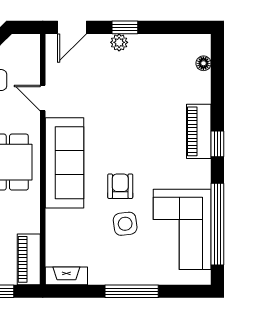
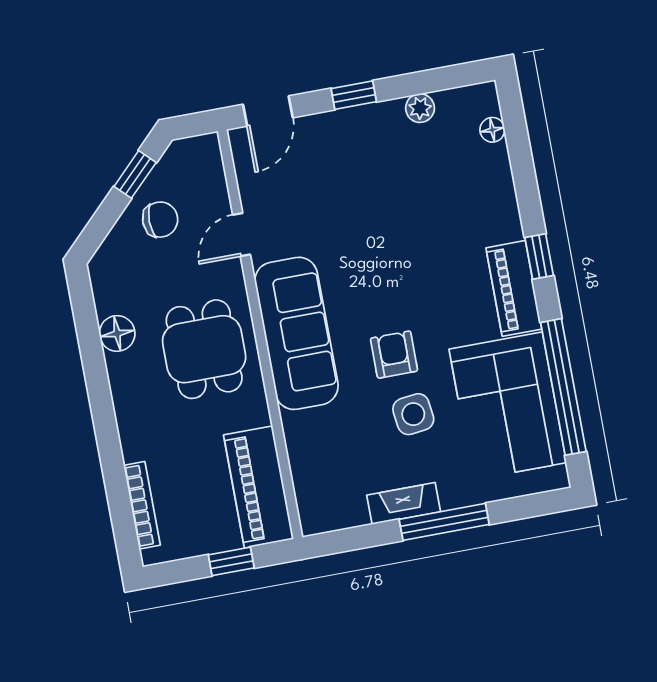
plant: (119, 42) -> (420, 108), moved
door: (43, 98) -> (242, 235), hinge flipped
piano: (199, 131) -> (514, 288), moved
piano: (29, 259) -> (259, 487), width x1.37, depth x1.33
fireplace: (66, 276) -> (404, 503), moved

